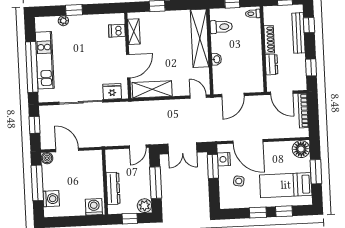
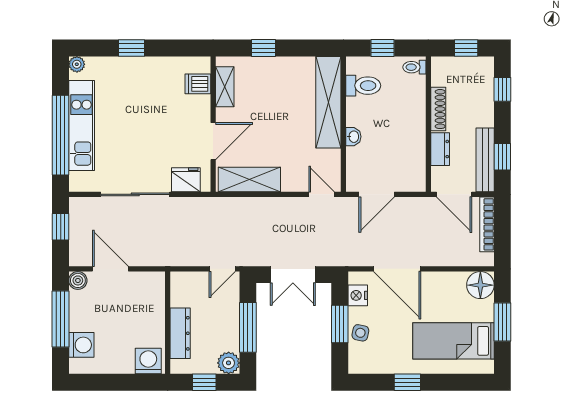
plant: (63, 21) -> (77, 64), moved
bench: (298, 33) -> (485, 160), moved
window: (213, 166) -> (340, 324), moved
side table: (239, 181) -> (360, 333), moved
window: (284, 211) -> (449, 382), removed

